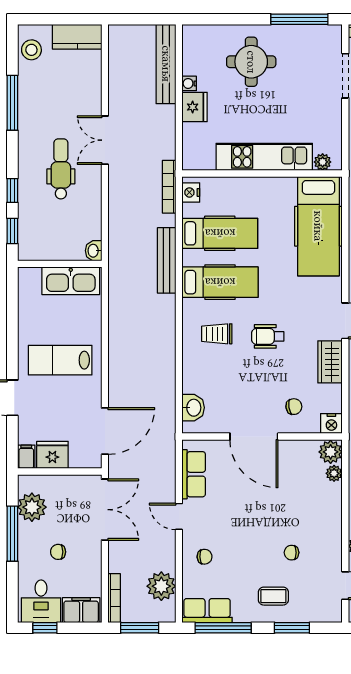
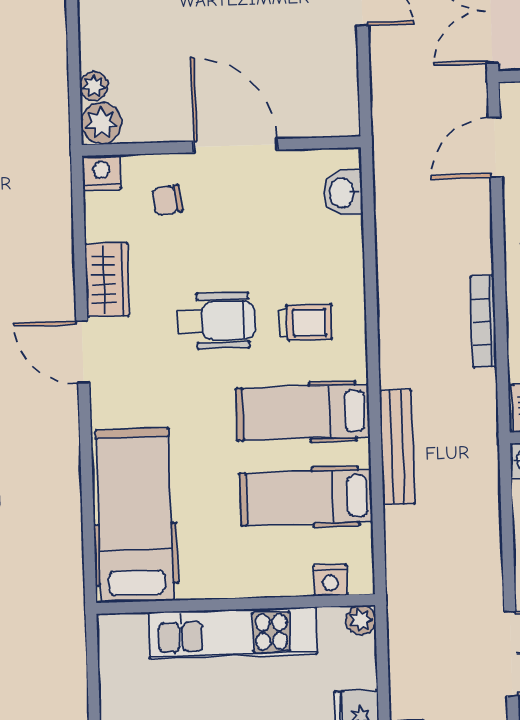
plant: (323, 162) -> (361, 620), moved
bookcase: (169, 187) -> (484, 321), moved, turned 180
nightstand: (191, 192) -> (330, 580), moved, turned 90
wheelchair: (268, 336) -> (217, 321), width x1.36, depth x1.37
door: (105, 431) -> (495, 147), width x0.73
row of seats: (194, 474) -> (338, 77), removed

